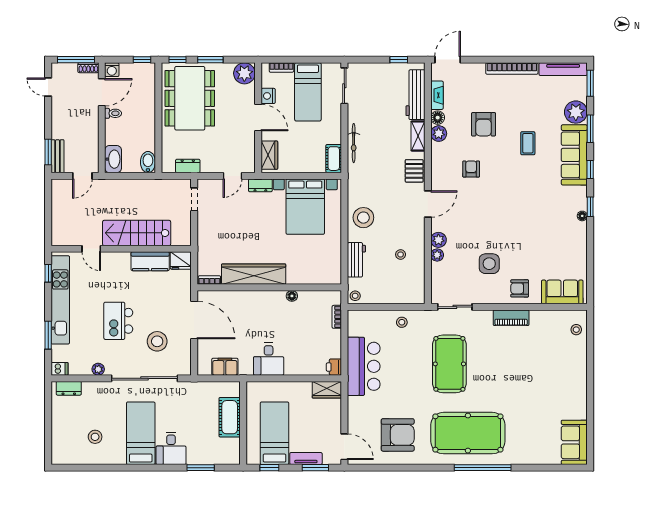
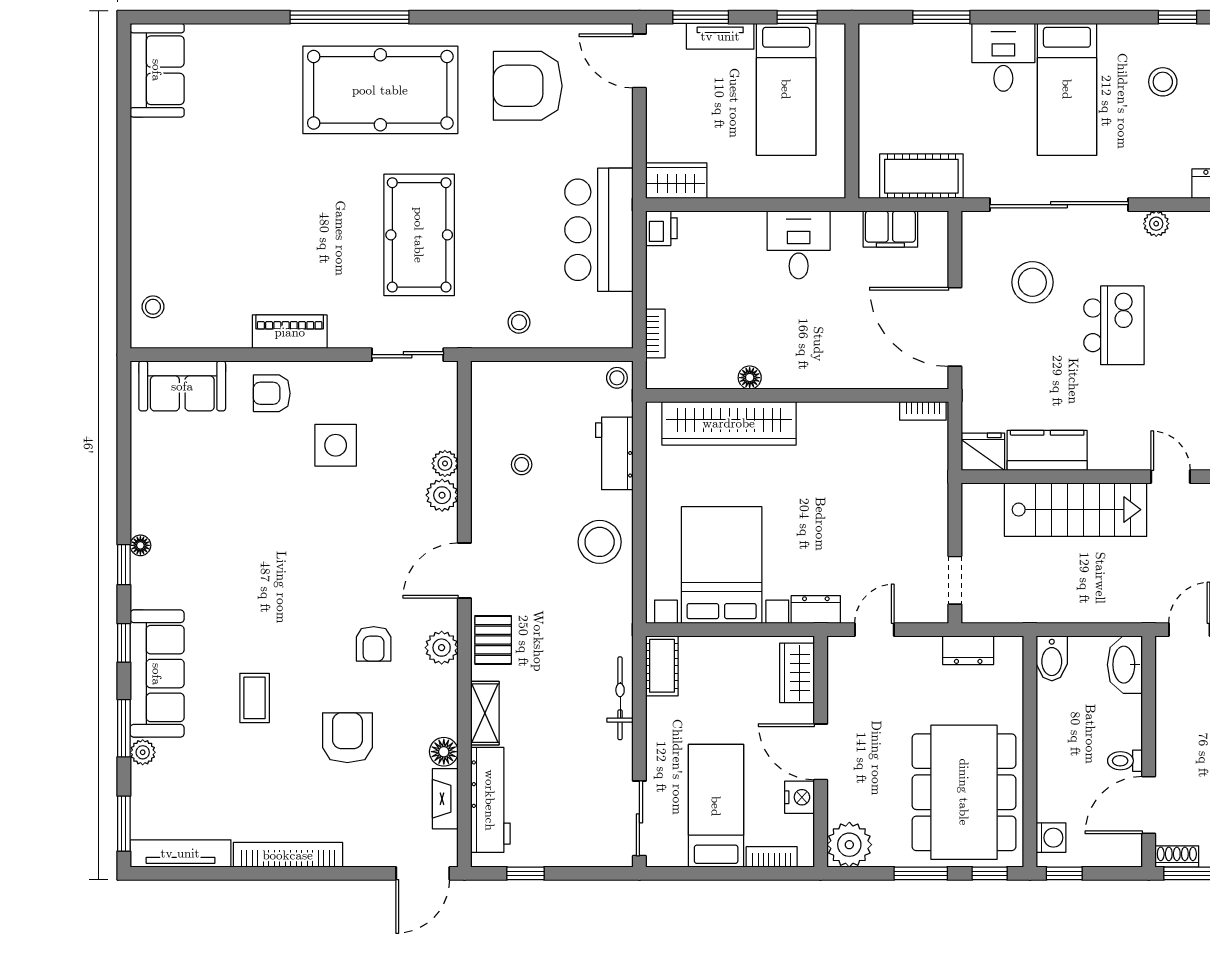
washing machine: (112, 70) -> (1051, 838), moved, turned 90
plant: (576, 112) -> (143, 752), width x0.53, depth x0.53
plant: (439, 134) -> (442, 648), moved
wardrobe: (254, 274) -> (729, 423), moved
armchair: (520, 288) -> (272, 393), turned 180
cot: (230, 417) -> (921, 176), moved, turned 90
window: (88, 468) -> (1178, 17), added

